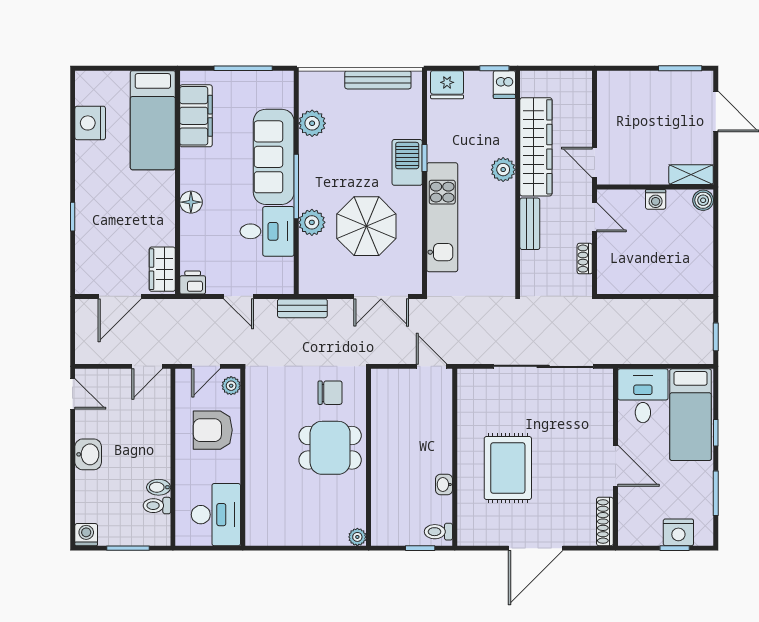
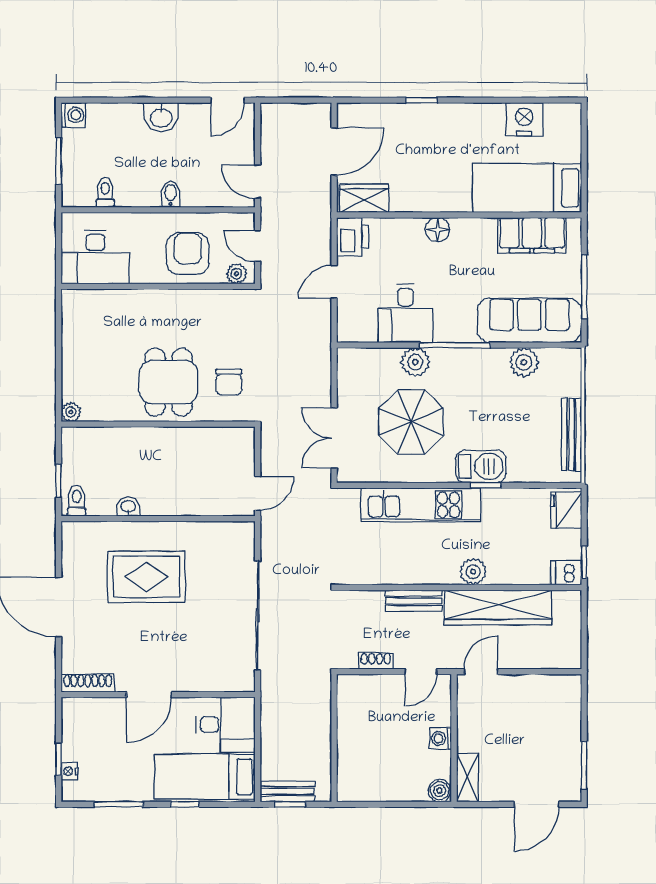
sofa: (274, 157) -> (529, 320), moved
printer: (193, 283) -> (353, 237), width x1.36, depth x1.24
door: (120, 296) -> (334, 152), swing flipped
bench: (302, 308) -> (287, 791), moved, turned 90
bidet: (159, 487) -> (171, 194), moved
nightstand: (678, 532) -> (69, 771), width x0.53, depth x0.56

